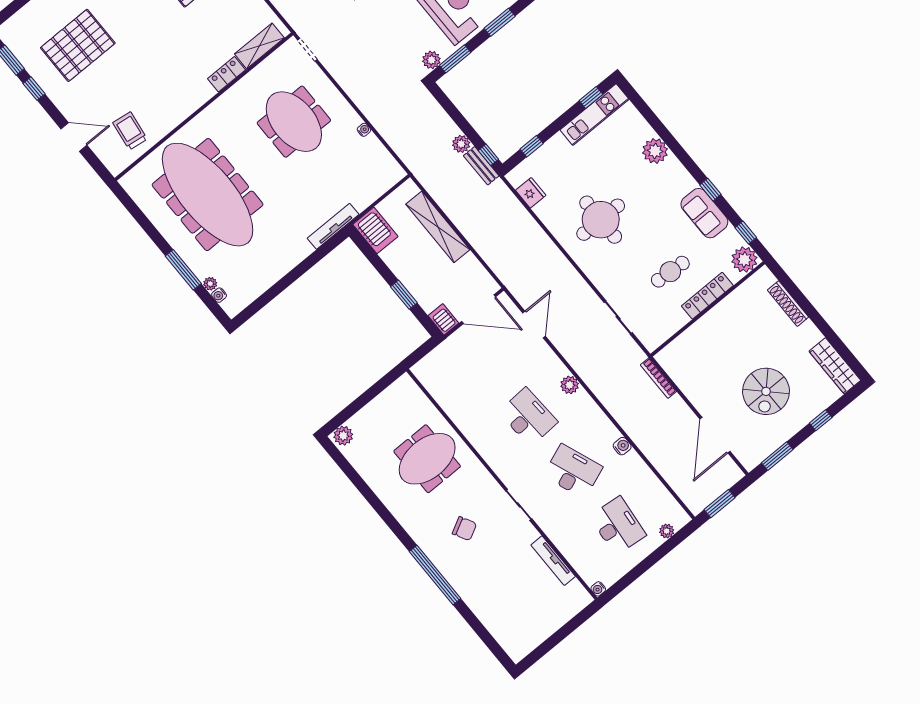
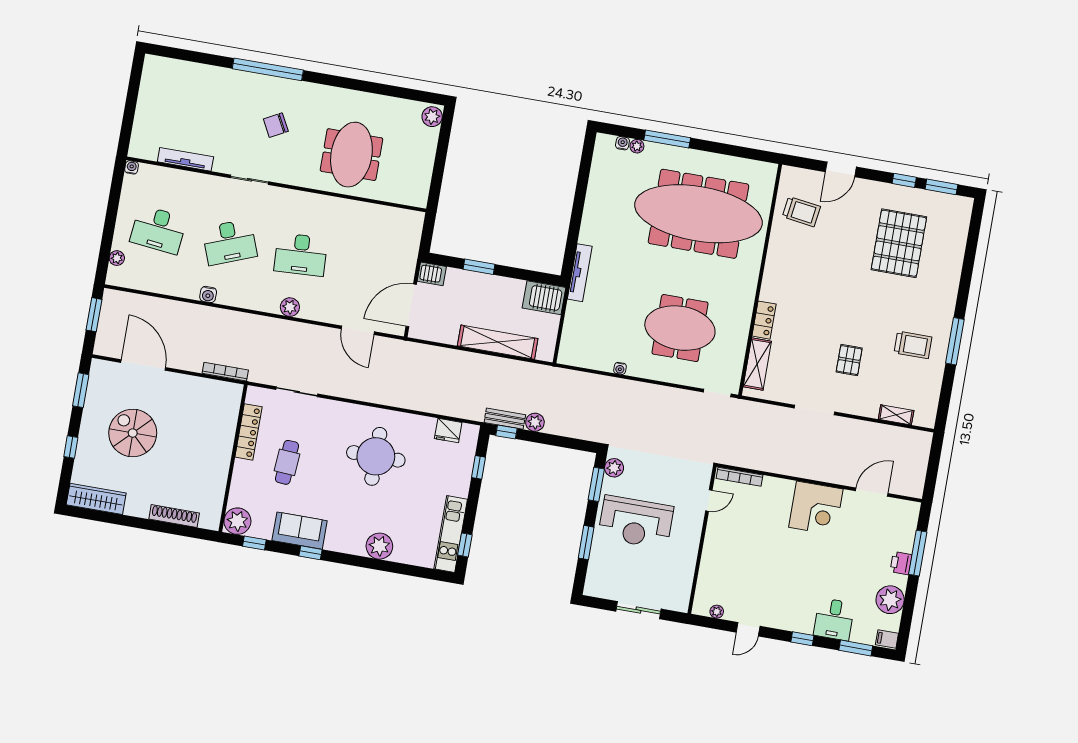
locker: (707, 296) -> (249, 432), moved

